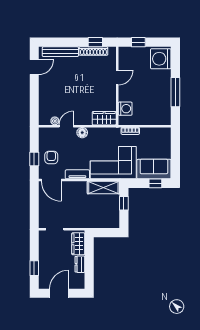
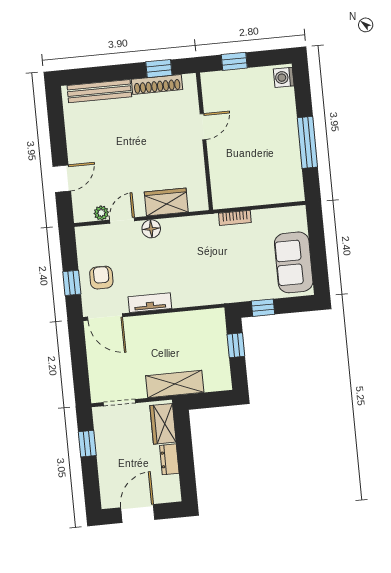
washing machine: (161, 59) -> (284, 77), width x0.53, depth x0.53
door: (34, 67) -> (62, 179), moved
washing machine: (125, 109) -> (222, 180), removed
wardrobe: (104, 118) -> (166, 202), moved
corner sofa: (113, 163) -> (210, 276), removed
sofa: (154, 169) -> (294, 262), moved, turned -90
window: (155, 183) -> (263, 308), moved
shelving: (103, 188) -> (175, 384), moved
window: (34, 268) -> (87, 444), moved

